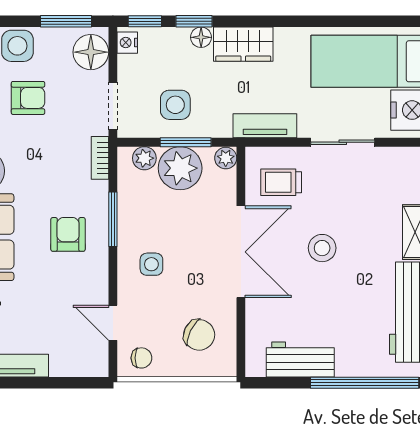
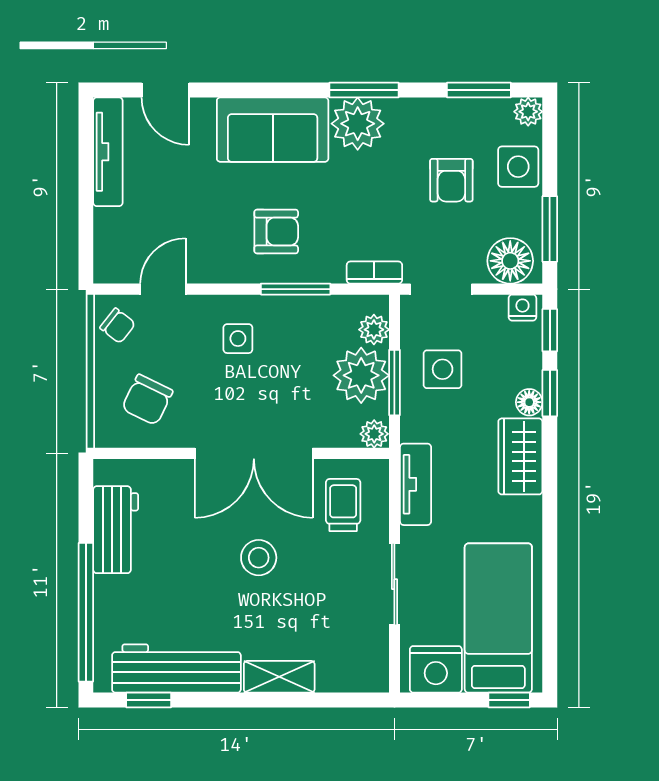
chair: (141, 358) -> (118, 326), turned -52

